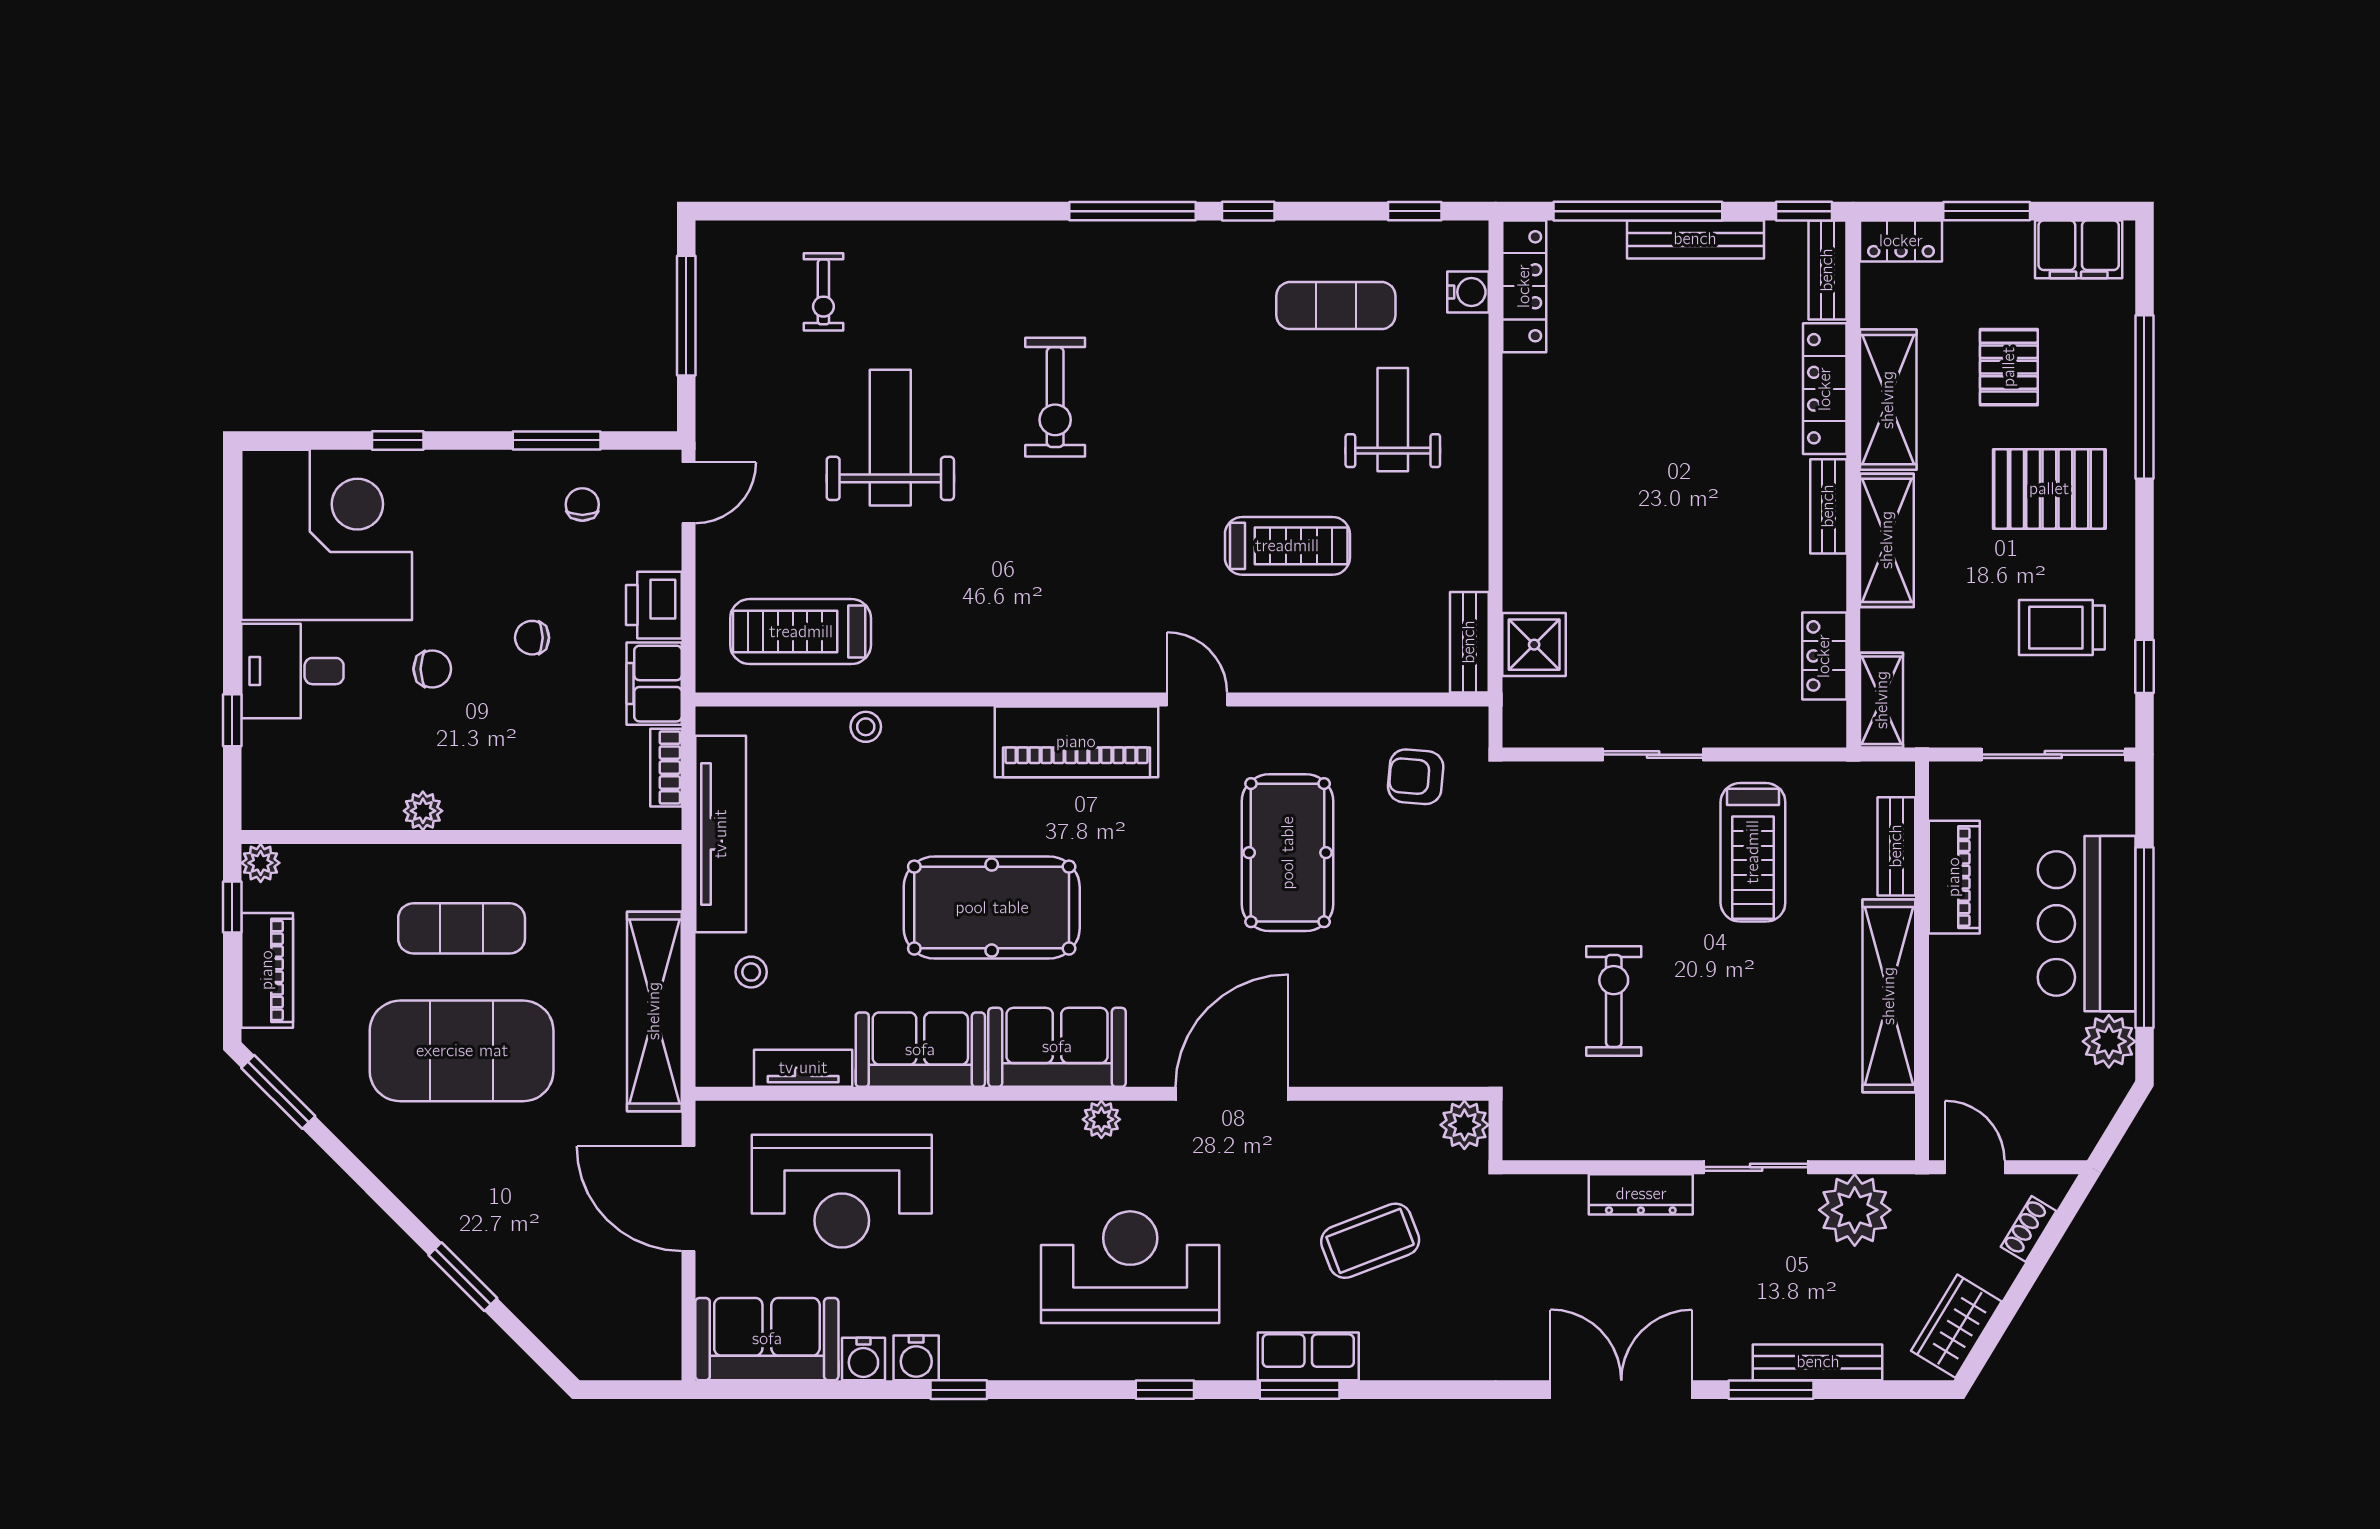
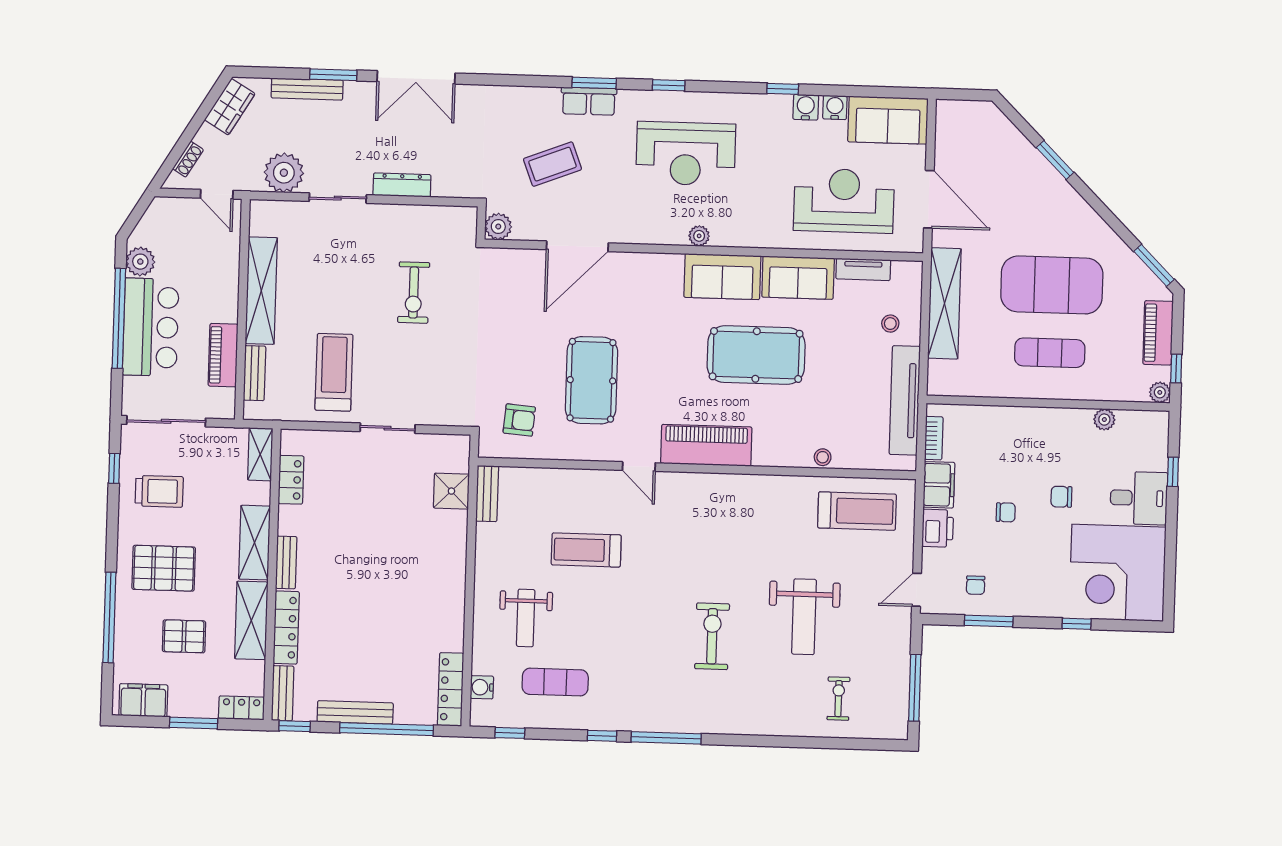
pallet: (2009, 367) -> (184, 636), turned 90
plant: (423, 811) -> (1104, 420), moved
door: (1232, 1094) -> (577, 246), moved

